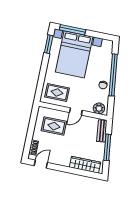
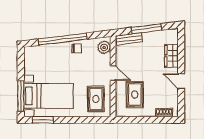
bed with nightstands: (74, 54) -> (48, 96), width x0.73
door: (41, 164) -> (181, 81), moved
wardrobe: (85, 165) -> (171, 56), width x0.67

